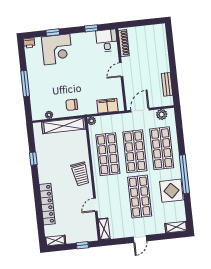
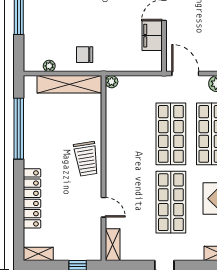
filing cabinet: (107, 106) -> (152, 36), moved, turned -90
door: (140, 110) -> (185, 74), hinge flipped
shop shelf: (108, 154) -> (130, 134), removed
window: (33, 159) -> (19, 129), width x3.17
door: (95, 205) -> (104, 207), swing flipped

